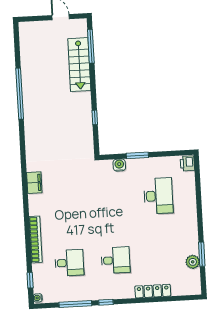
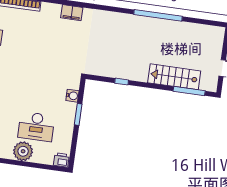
plant: (186, 204) -> (23, 151), added

